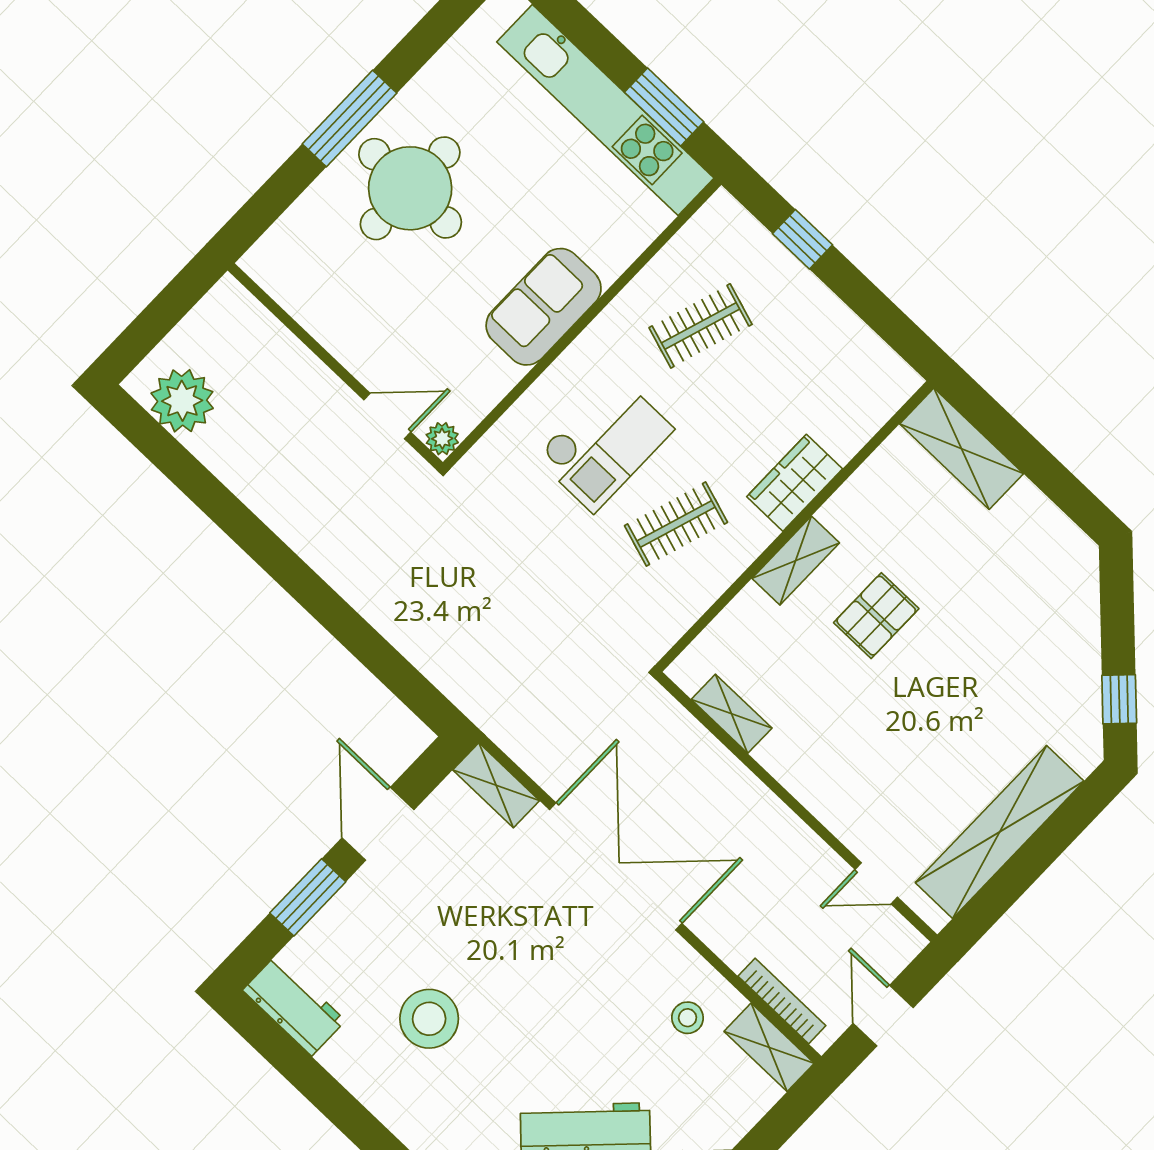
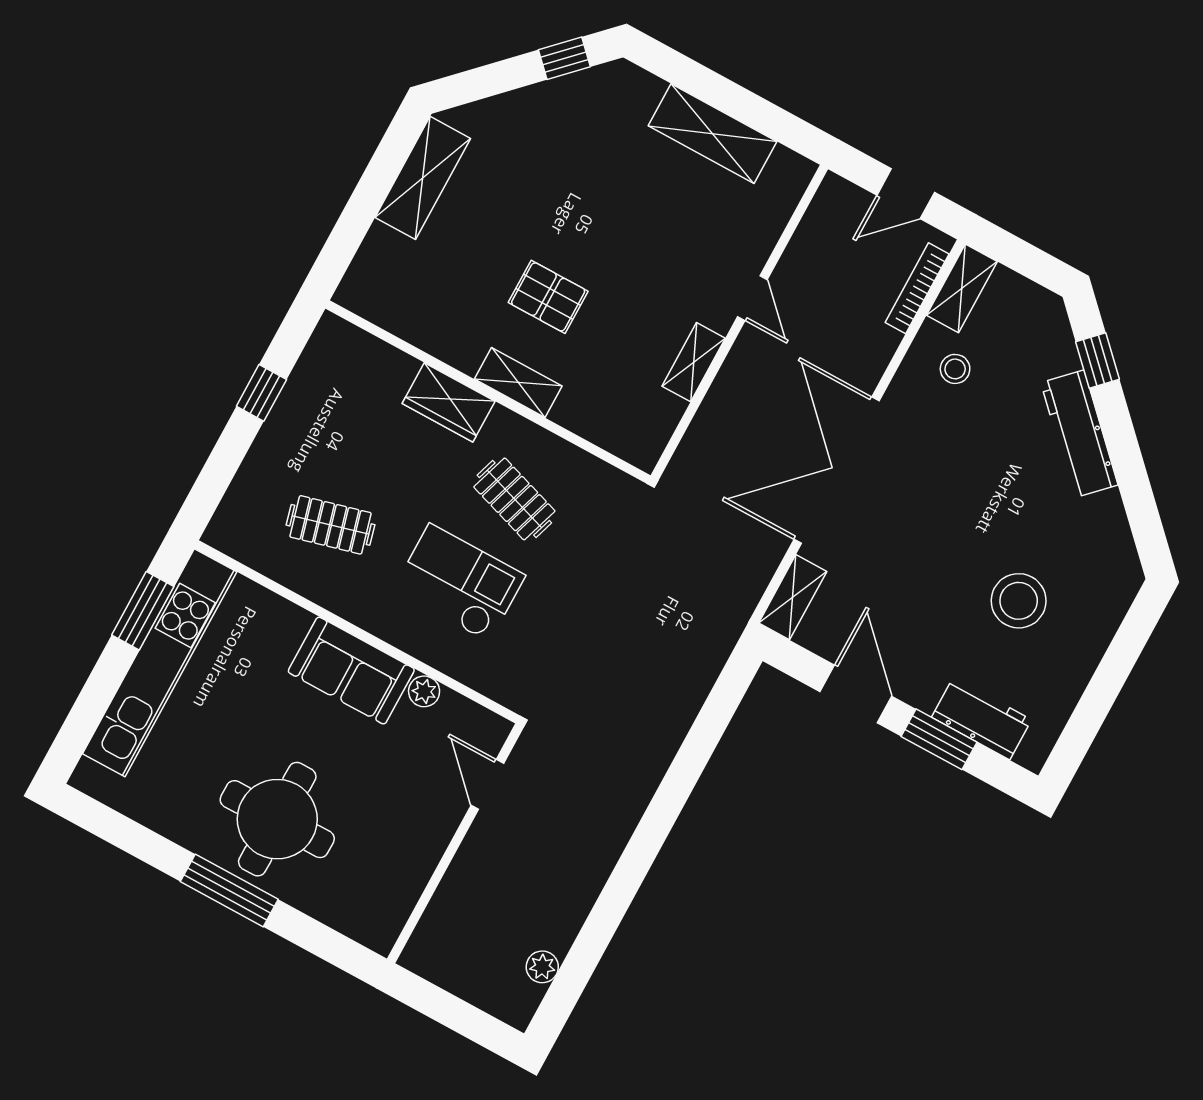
window: (802, 239) -> (261, 393), moved
clothes rail: (701, 326) -> (331, 525), turned -33
plant: (182, 401) -> (542, 967), width x0.53, depth x0.53
plant: (442, 439) -> (424, 691), moved
shelving: (962, 449) -> (423, 178), moved
shelving: (732, 714) -> (694, 362), moved
door: (378, 824) -> (856, 694), swing flipped
shelving: (1000, 832) -> (713, 134), width x0.68
door: (876, 883) -> (752, 298), moved
workbench: (294, 1005) -> (982, 718), moved, turned 90

